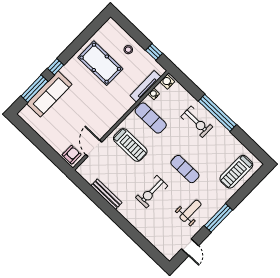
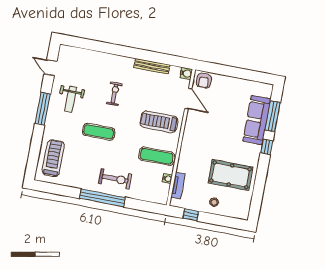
water cooler: (167, 82) -> (186, 73), moved
tv unit: (145, 86) -> (178, 186), width x0.71
exercise bike: (197, 122) -> (115, 179), turned 180
exercise bike: (152, 192) -> (114, 94), width x0.73, depth x0.72

